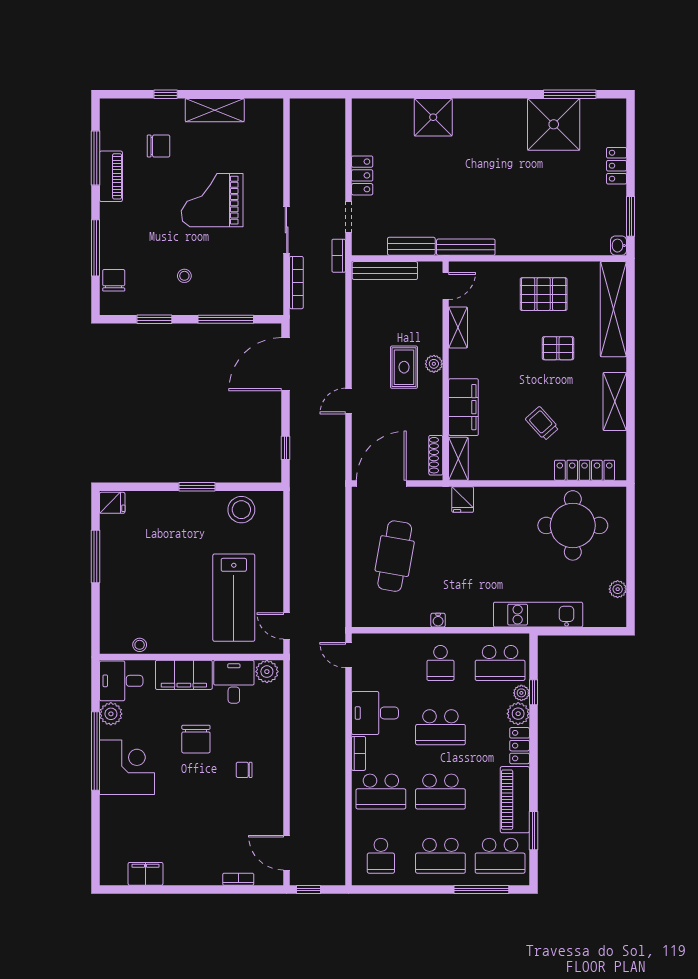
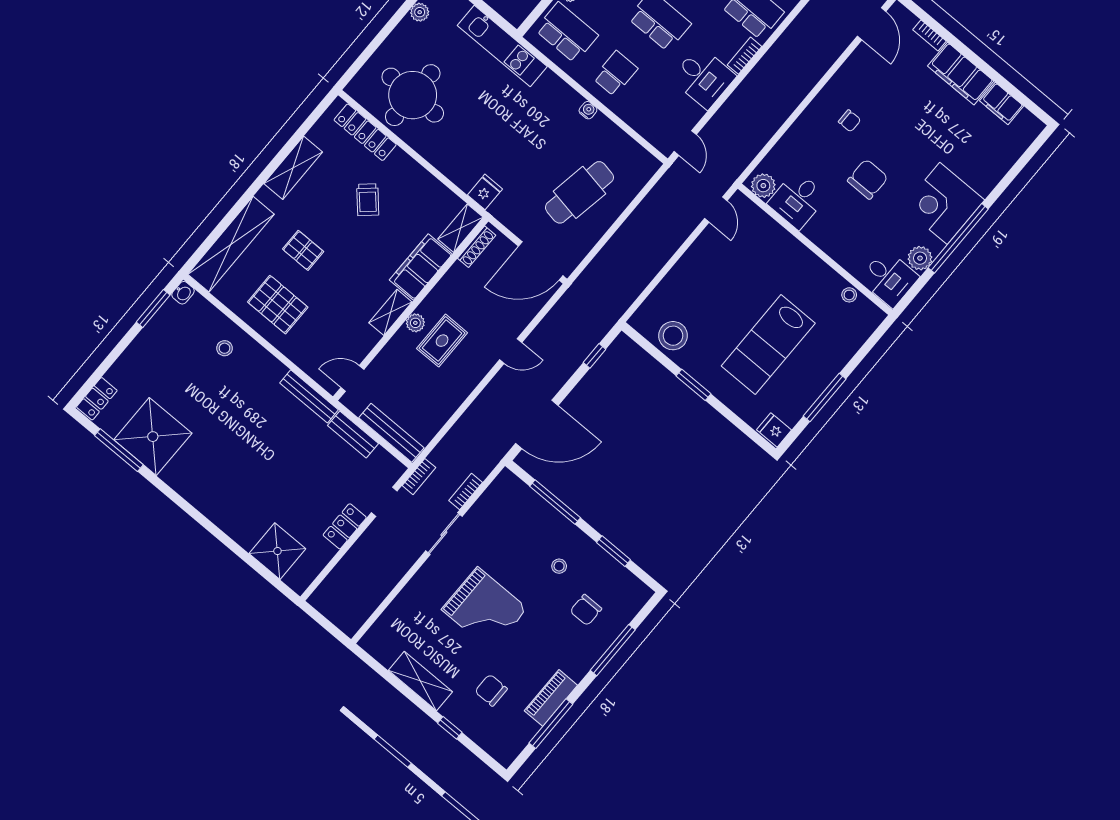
shower: (433, 117) -> (277, 551), moved
locker: (617, 166) -> (97, 399), moved
stool: (555, 231) -> (225, 348), added
chair: (114, 280) -> (586, 610), moved
bookcase: (296, 283) -> (466, 491), width x0.64
shelving: (458, 328) -> (390, 312), moved
lab bench: (234, 598) -> (768, 345), moved, turned 180
filing cabinet: (184, 675) -> (961, 74), moved, turned 180

